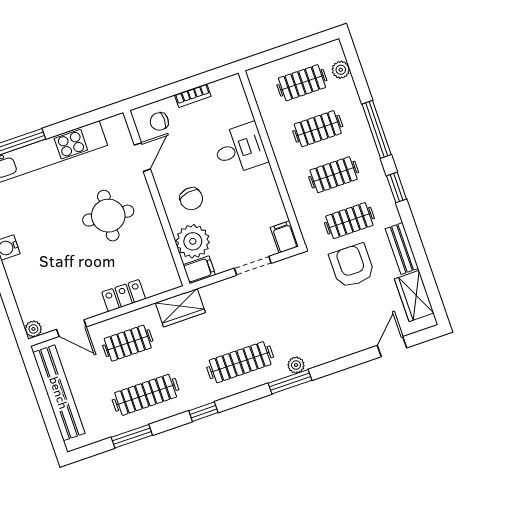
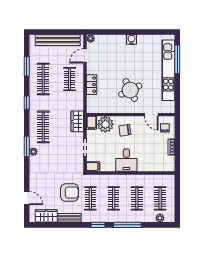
desk: (240, 149) -> (126, 160), moved
round table: (108, 216) -> (130, 90), turned -32
wardrobe: (180, 308) -> (77, 121), moved

